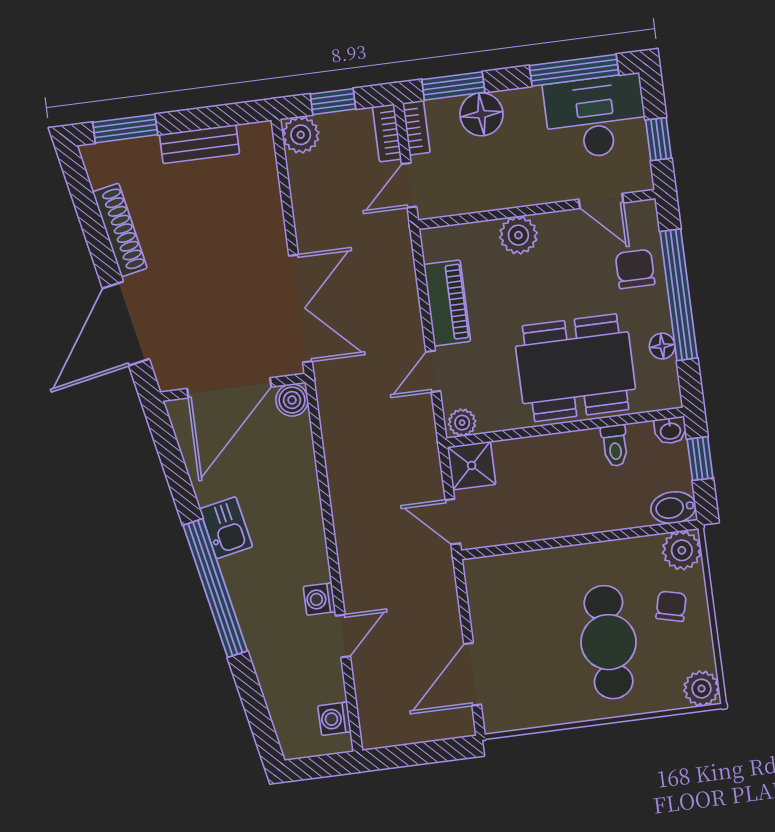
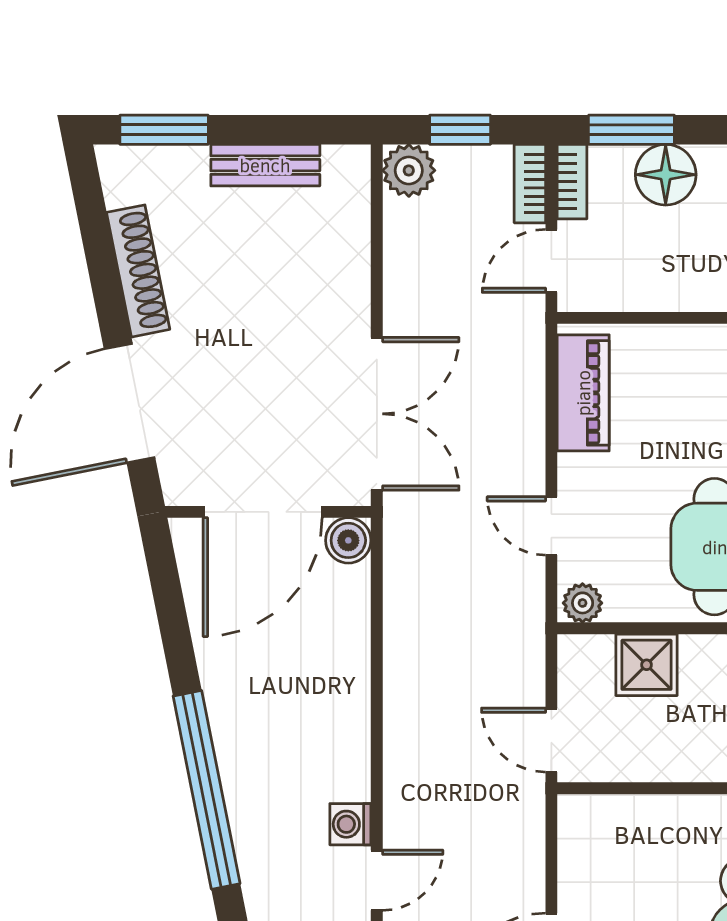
plant: (518, 235) -> (695, 351), removed
piano: (447, 303) -> (583, 393), moved
door: (433, 371) -> (551, 526), hinge flipped
shower: (472, 466) -> (647, 665), moved
kitchen sink: (226, 528) -> (233, 707), removed

